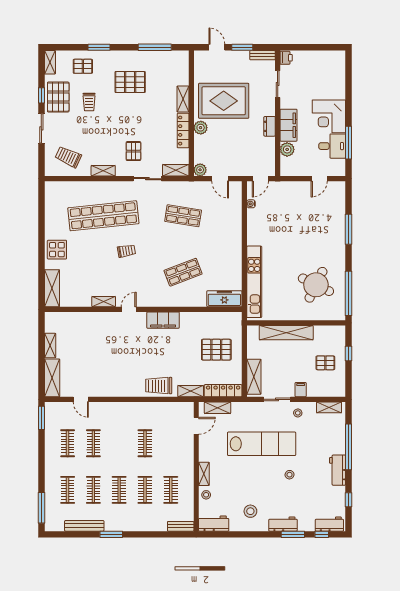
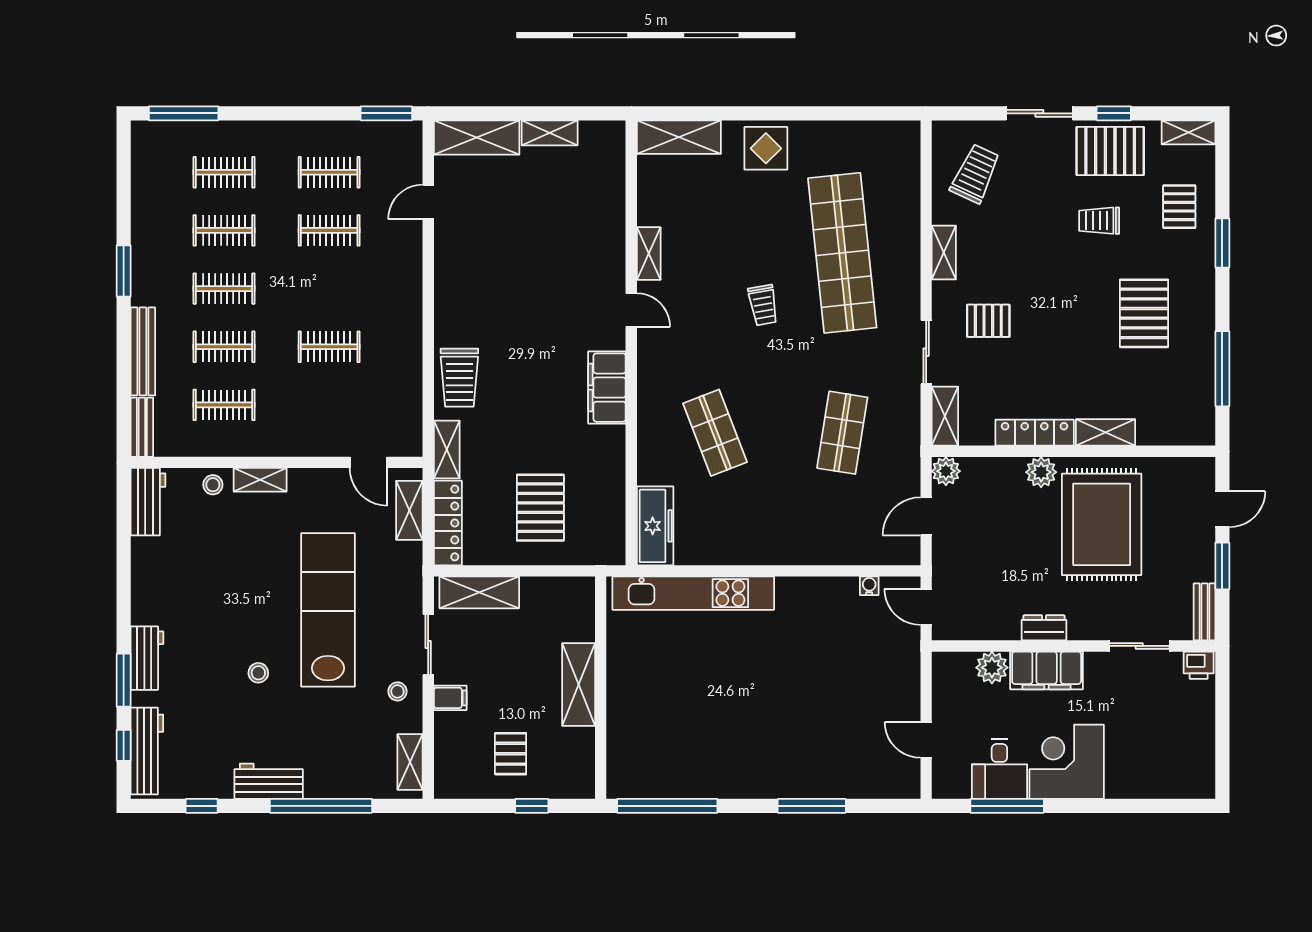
round table: (316, 285) -> (687, 732), removed
shelving: (286, 333) -> (579, 685), width x0.68
trolley: (159, 386) -> (459, 378), turned 180
lab bench: (262, 444) -> (328, 610), turned 180
stool: (250, 511) -> (176, 585), removed
workbench: (329, 524) -> (147, 751), width x1.38
bench: (84, 526) -> (143, 351), moved

